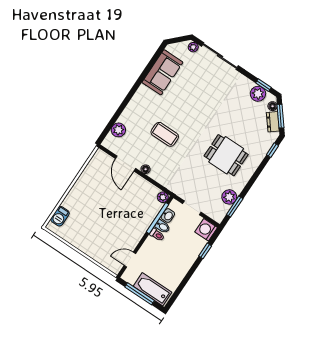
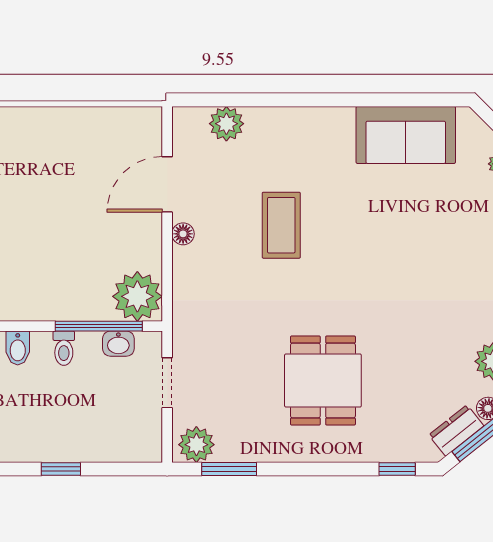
plant: (163, 197) -> (137, 296), width x1.88, depth x1.88
plant: (229, 197) -> (196, 445), moved
bidet: (163, 227) -> (18, 348), moved
washing machine: (206, 230) -> (142, 442), removed
window: (205, 251) -> (61, 469), moved

